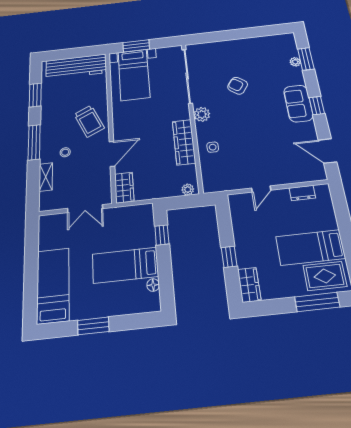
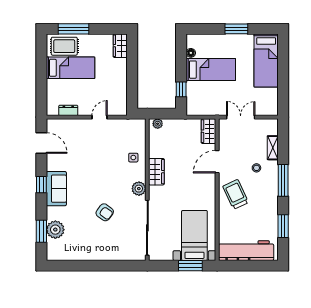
plant: (295, 62) -> (55, 230), width x1.87, depth x1.87
wardrobe: (184, 142) -> (156, 172), width x0.67
window: (229, 257) -> (132, 67), removed

